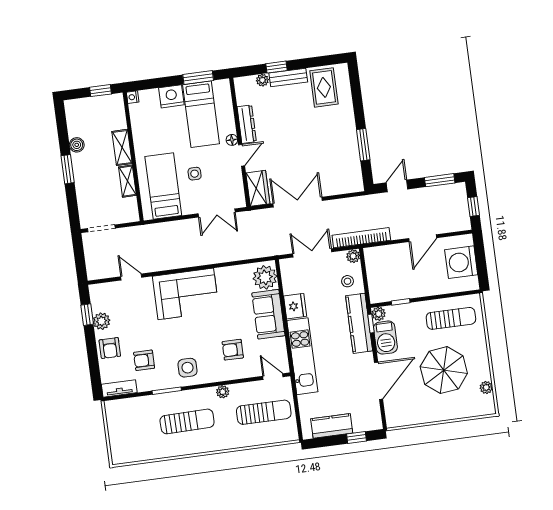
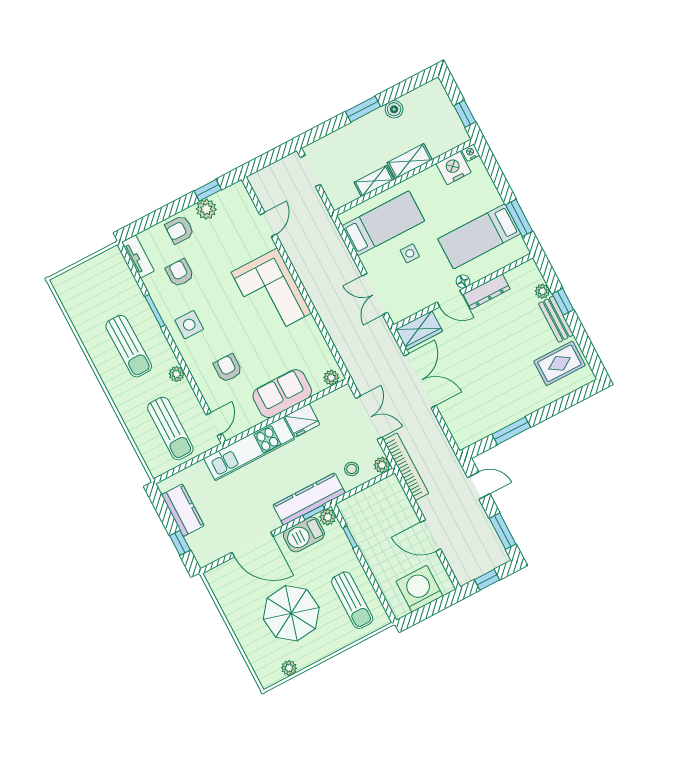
nightstand: (171, 96) -> (454, 168), moved, turned -90
plant: (265, 277) -> (331, 378), width x0.53, depth x0.53

